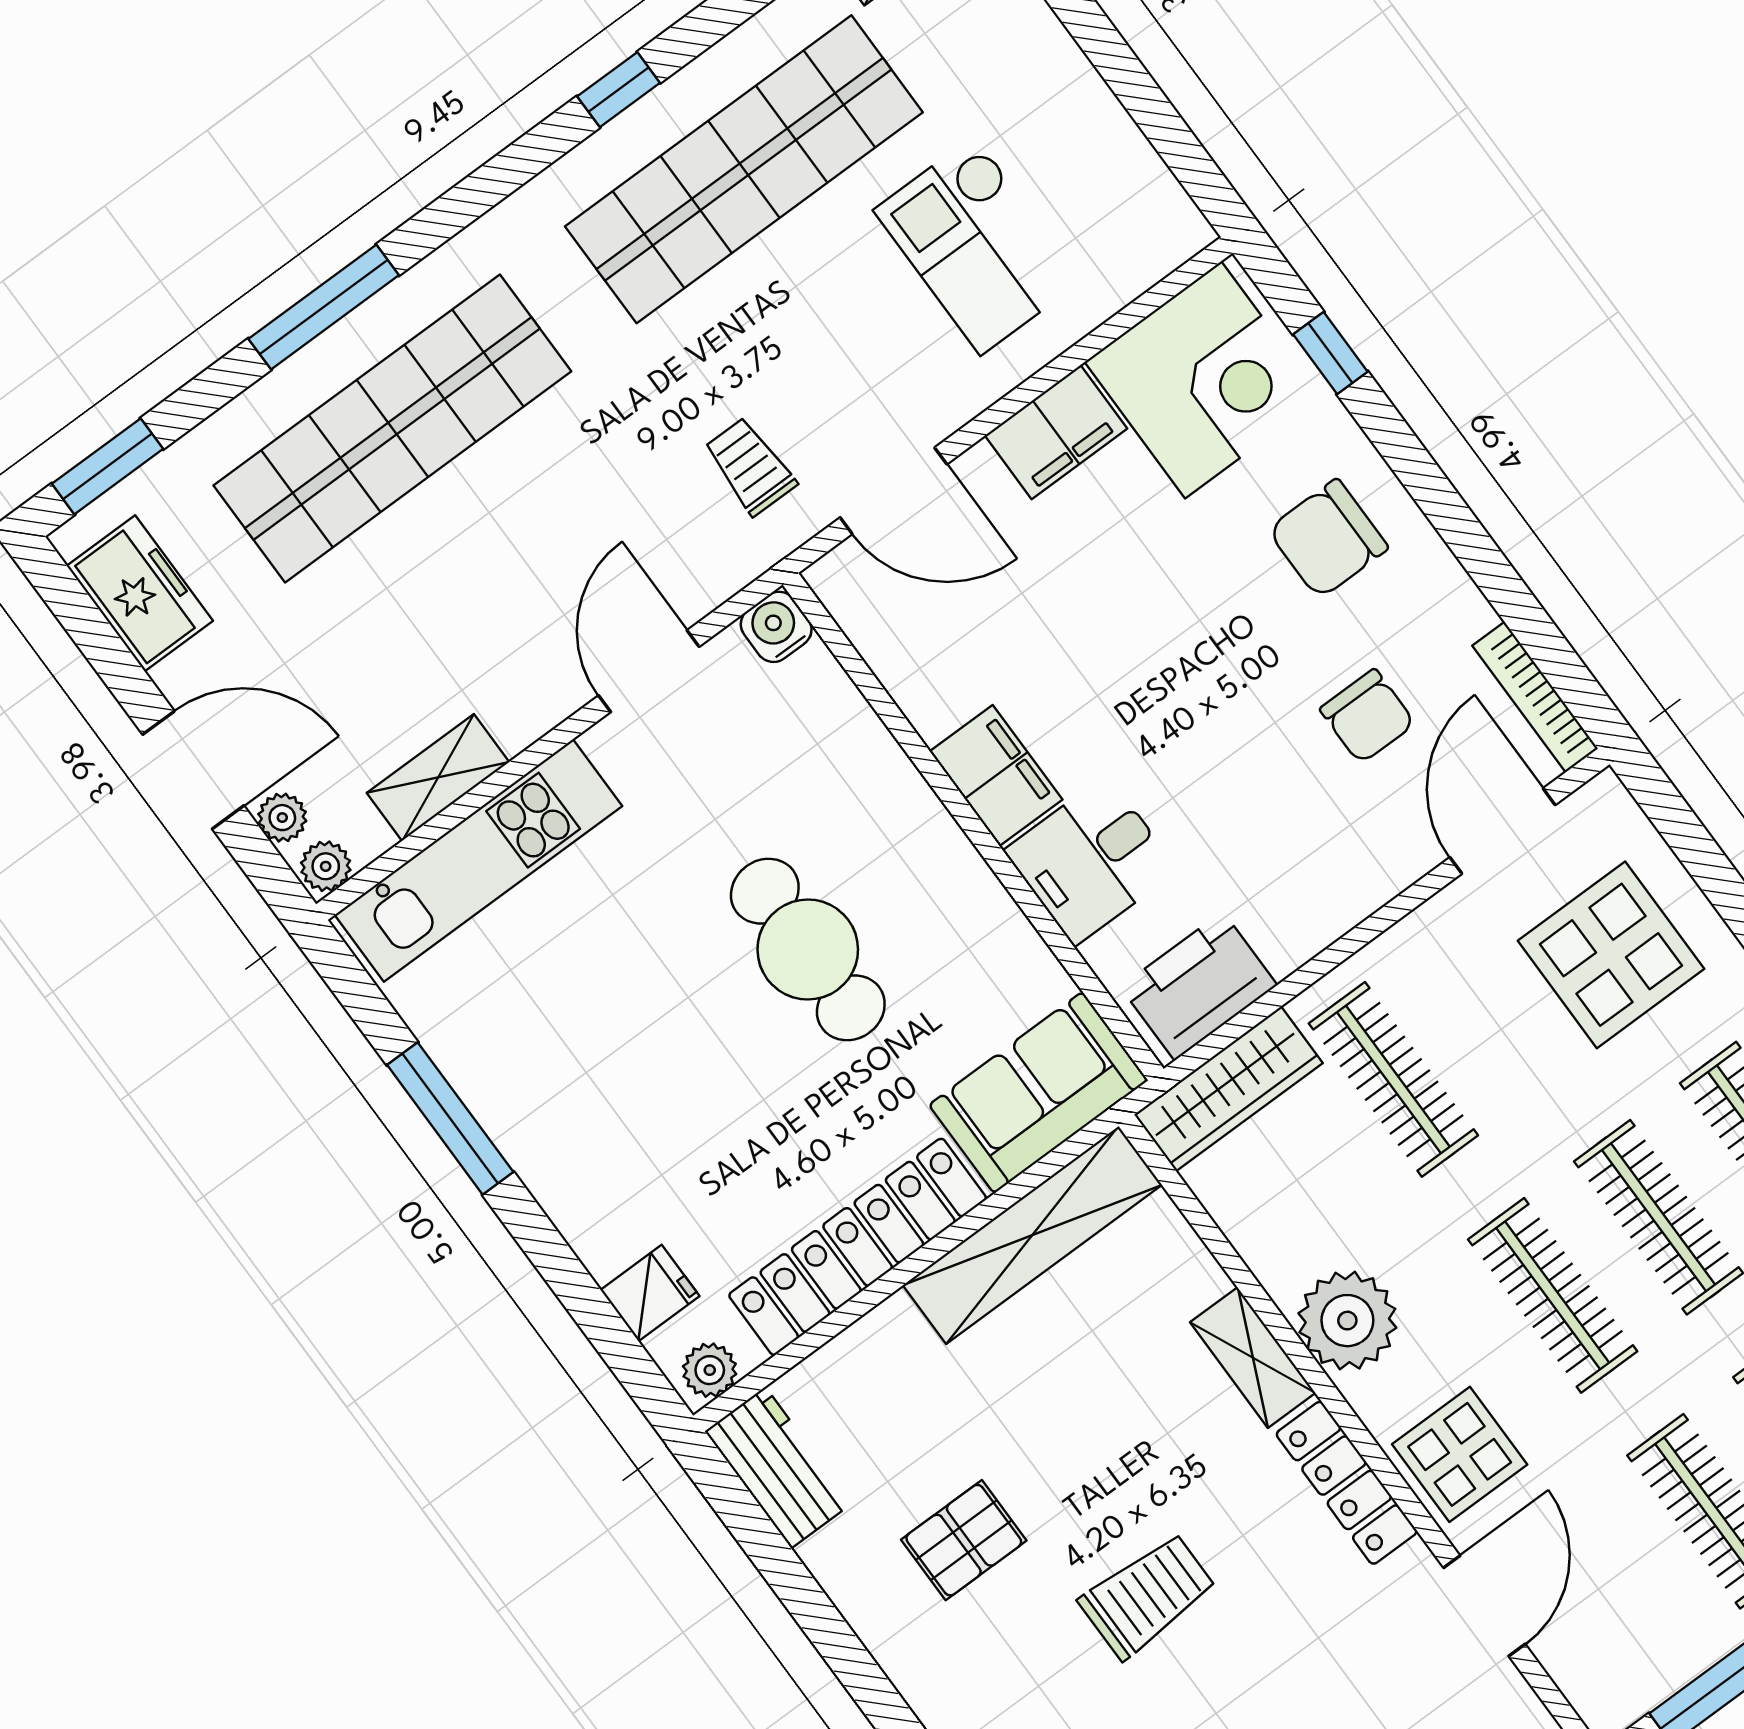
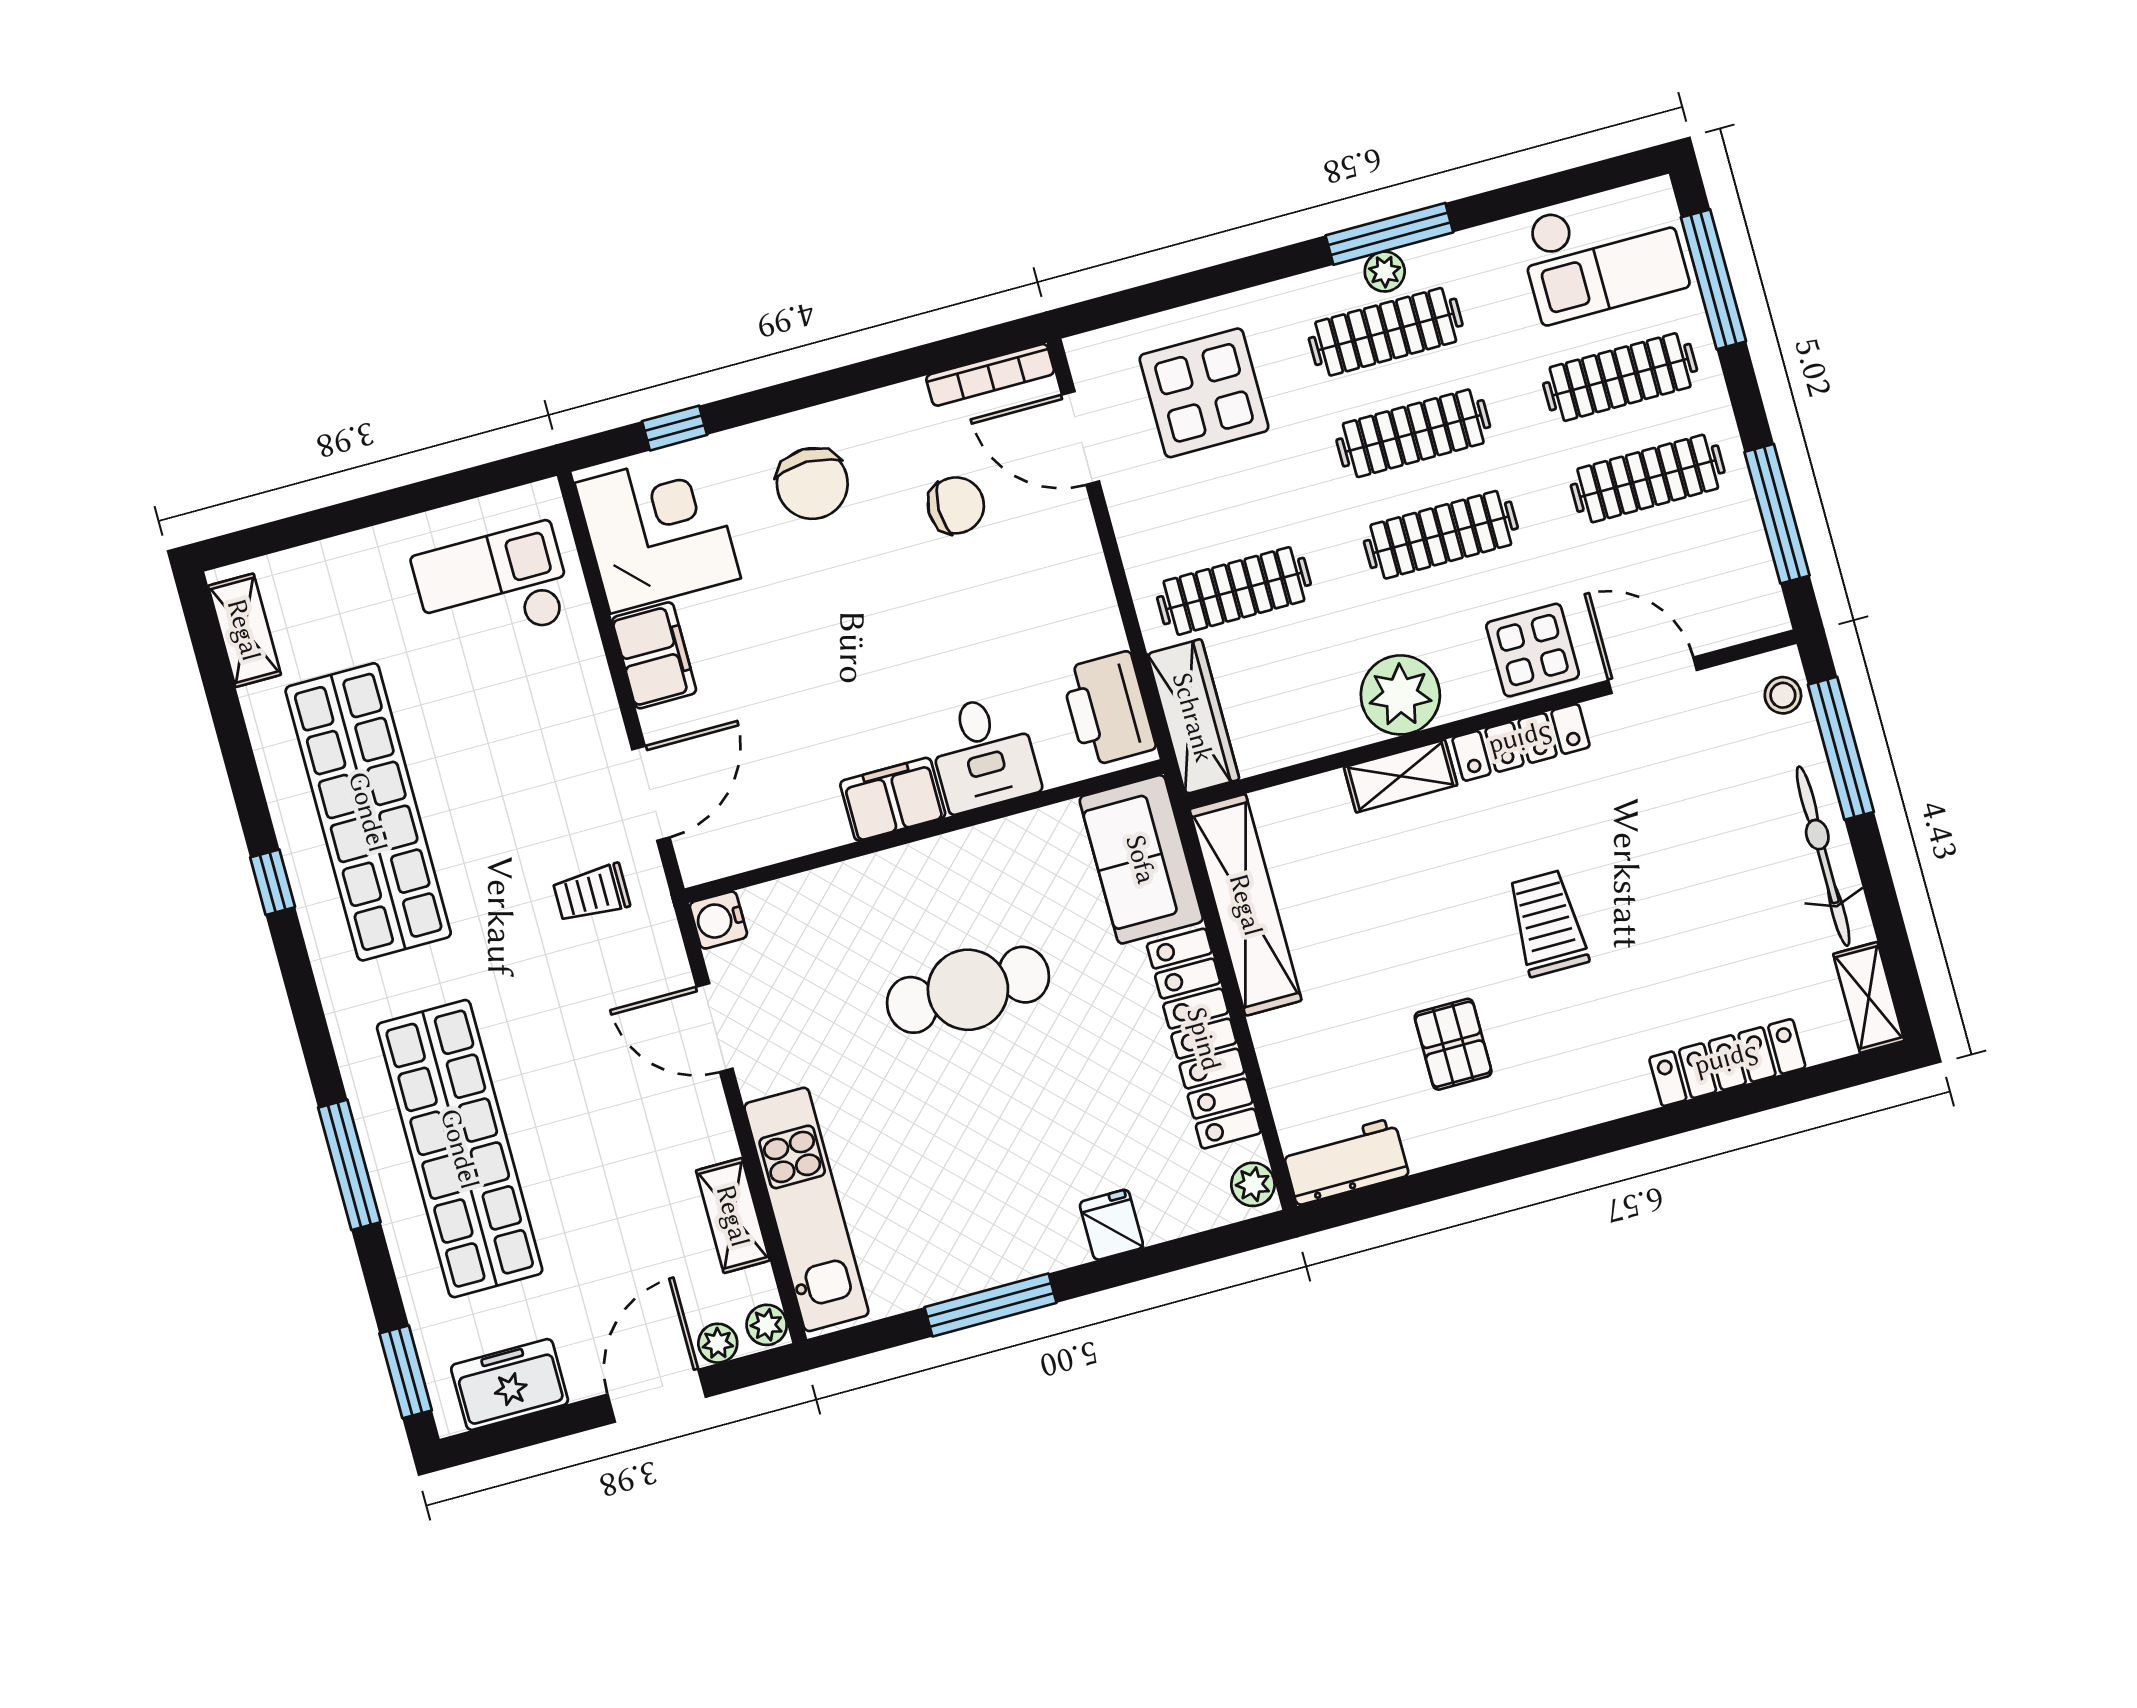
checkout: (978, 245) -> (493, 587), moved, turned 180
fridge: (650, 1293) -> (1111, 1225), moved

